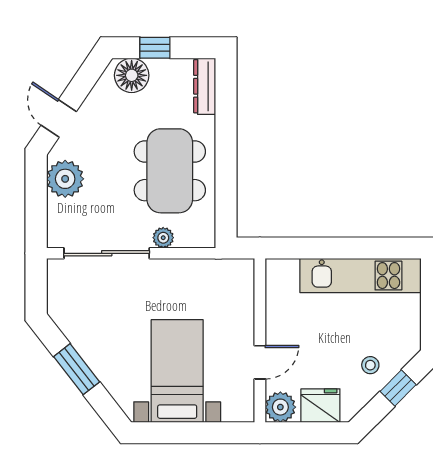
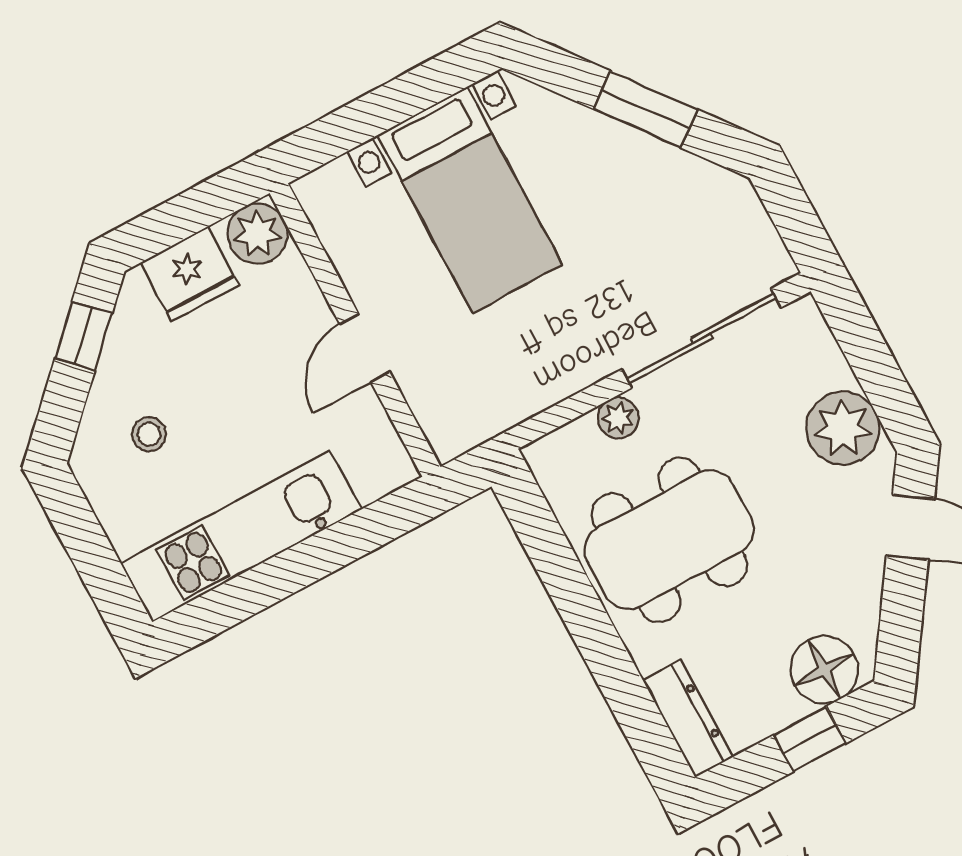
dining table: (170, 171) -> (669, 540), turned 90
door: (260, 362) -> (365, 348), moved
stool: (370, 365) -> (149, 434), moved
window: (398, 388) -> (84, 336), moved

